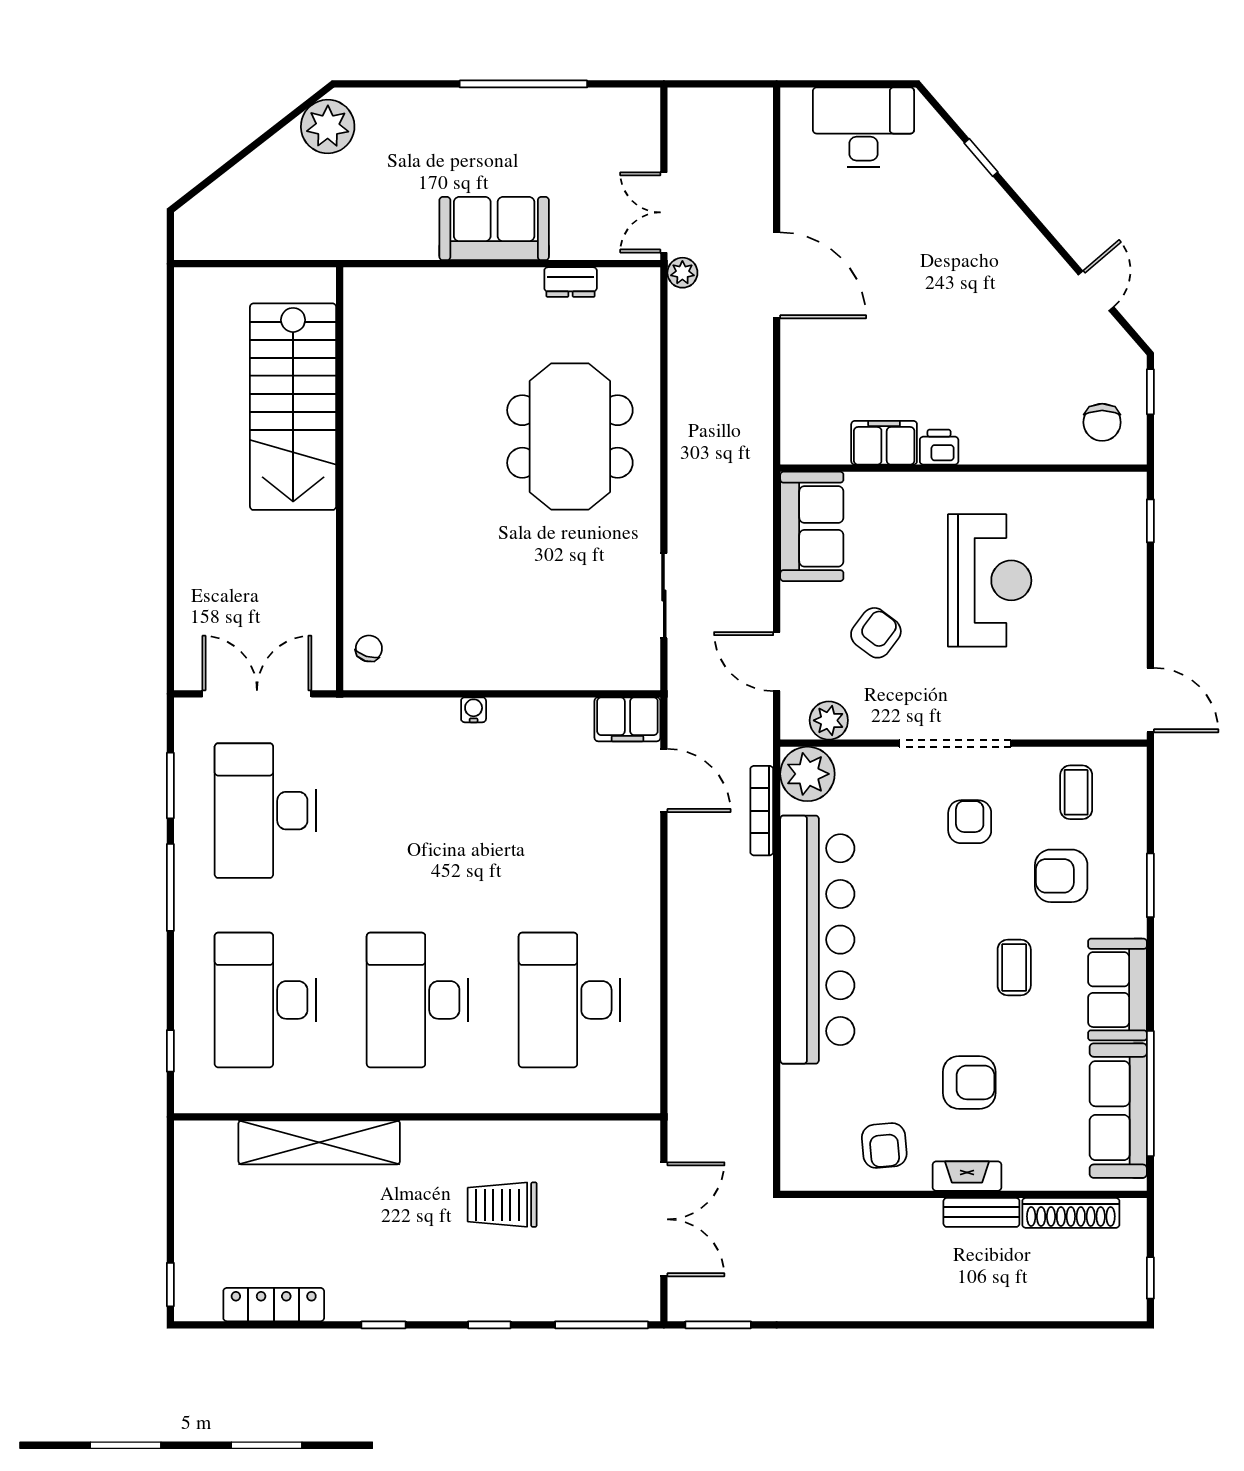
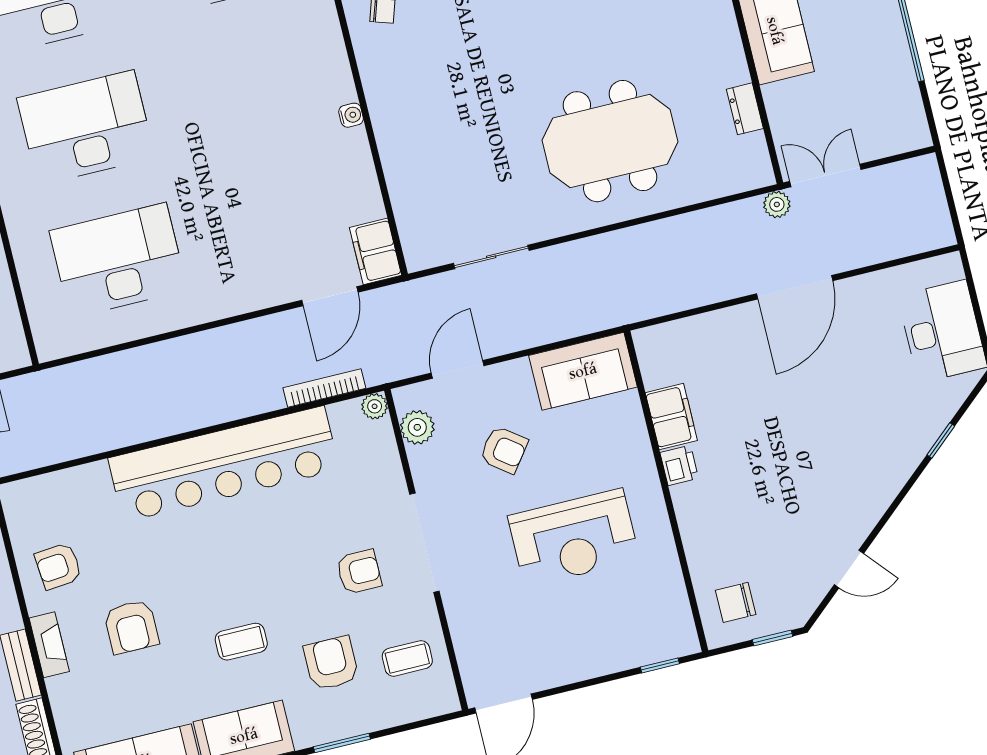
plant: (807, 774) -> (375, 406), width x0.53, depth x0.53

